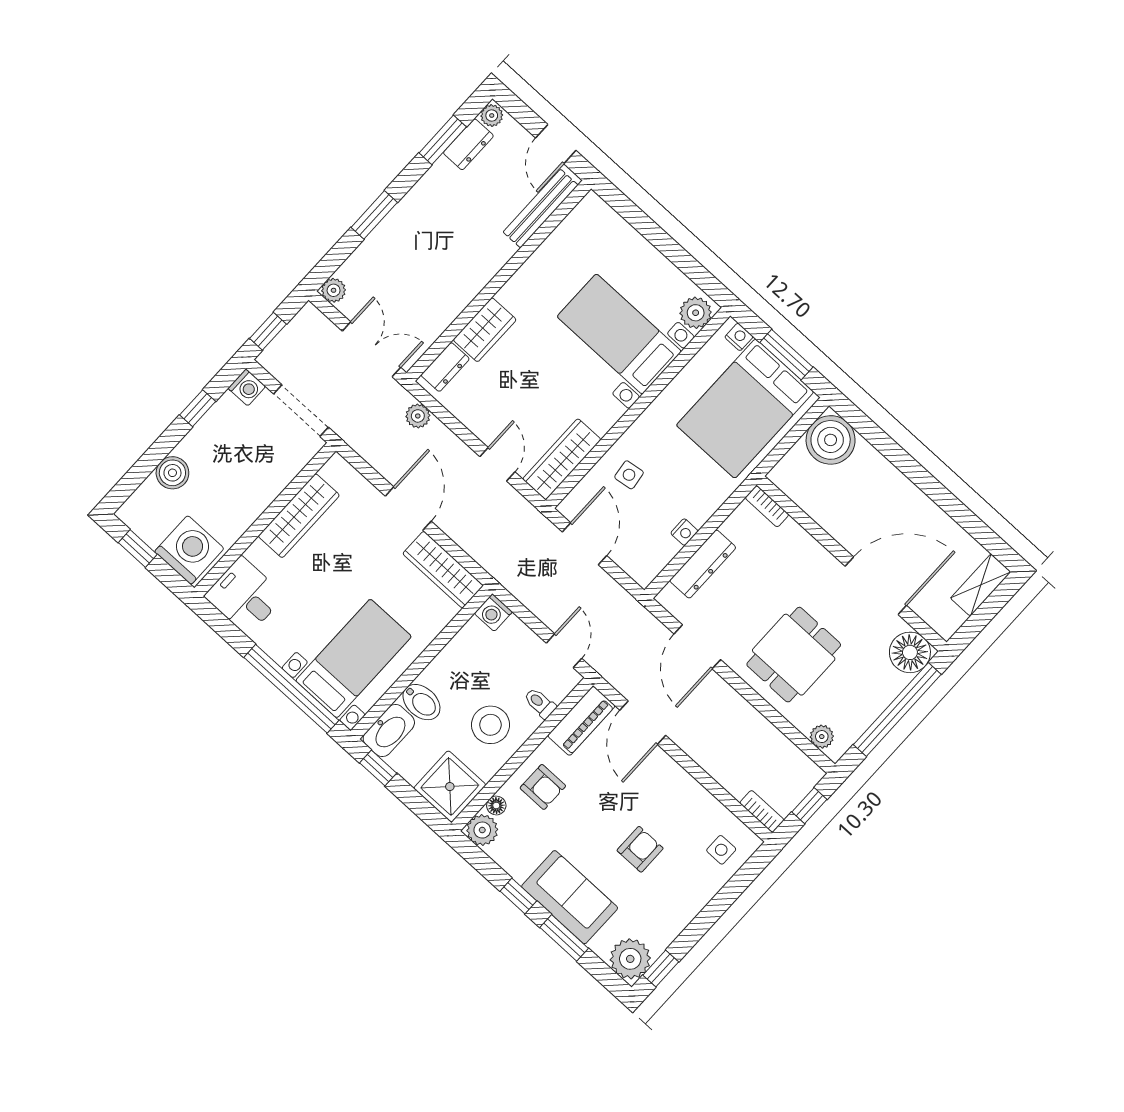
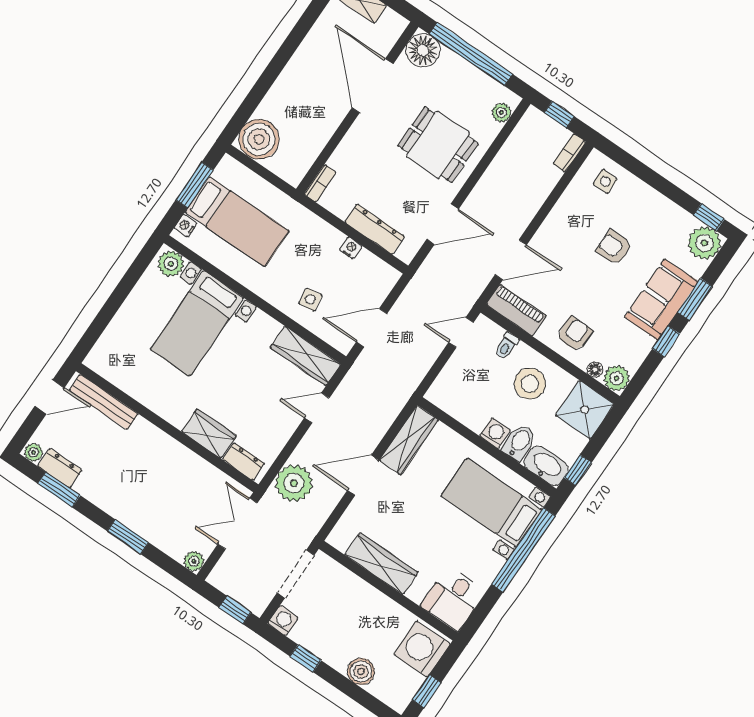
bed: (745, 409) -> (237, 222), width x0.67
plant: (418, 416) -> (294, 483), width x1.87, depth x1.87
washing machine: (493, 613) -> (495, 433), moved, turned -90

